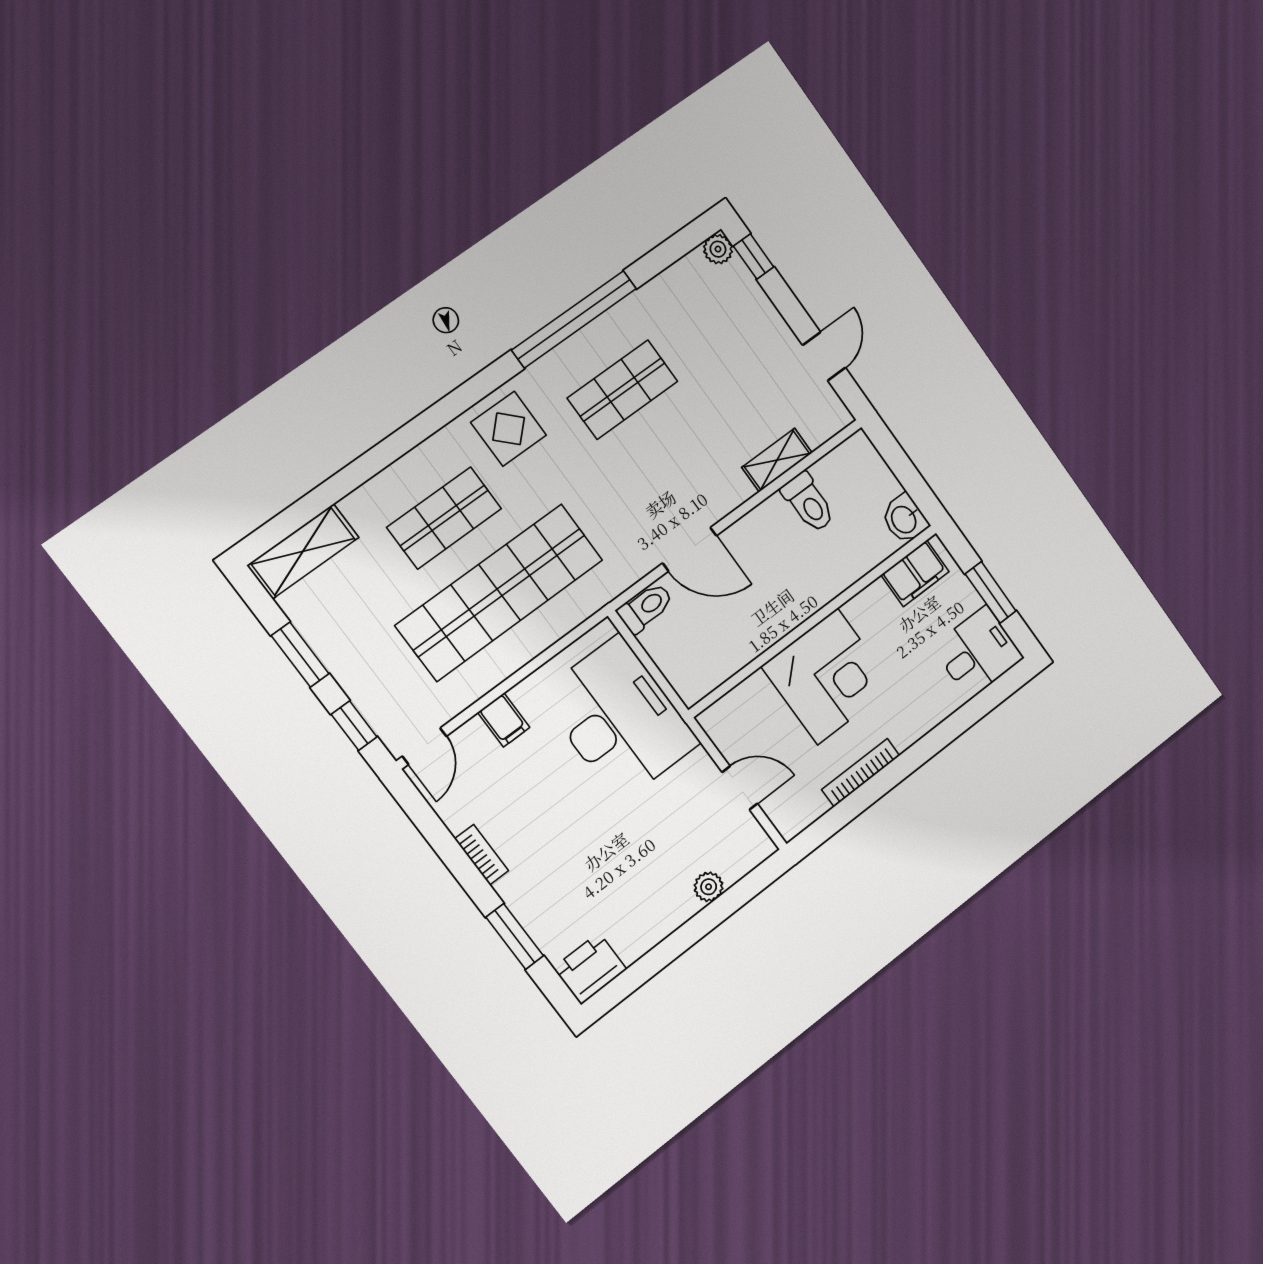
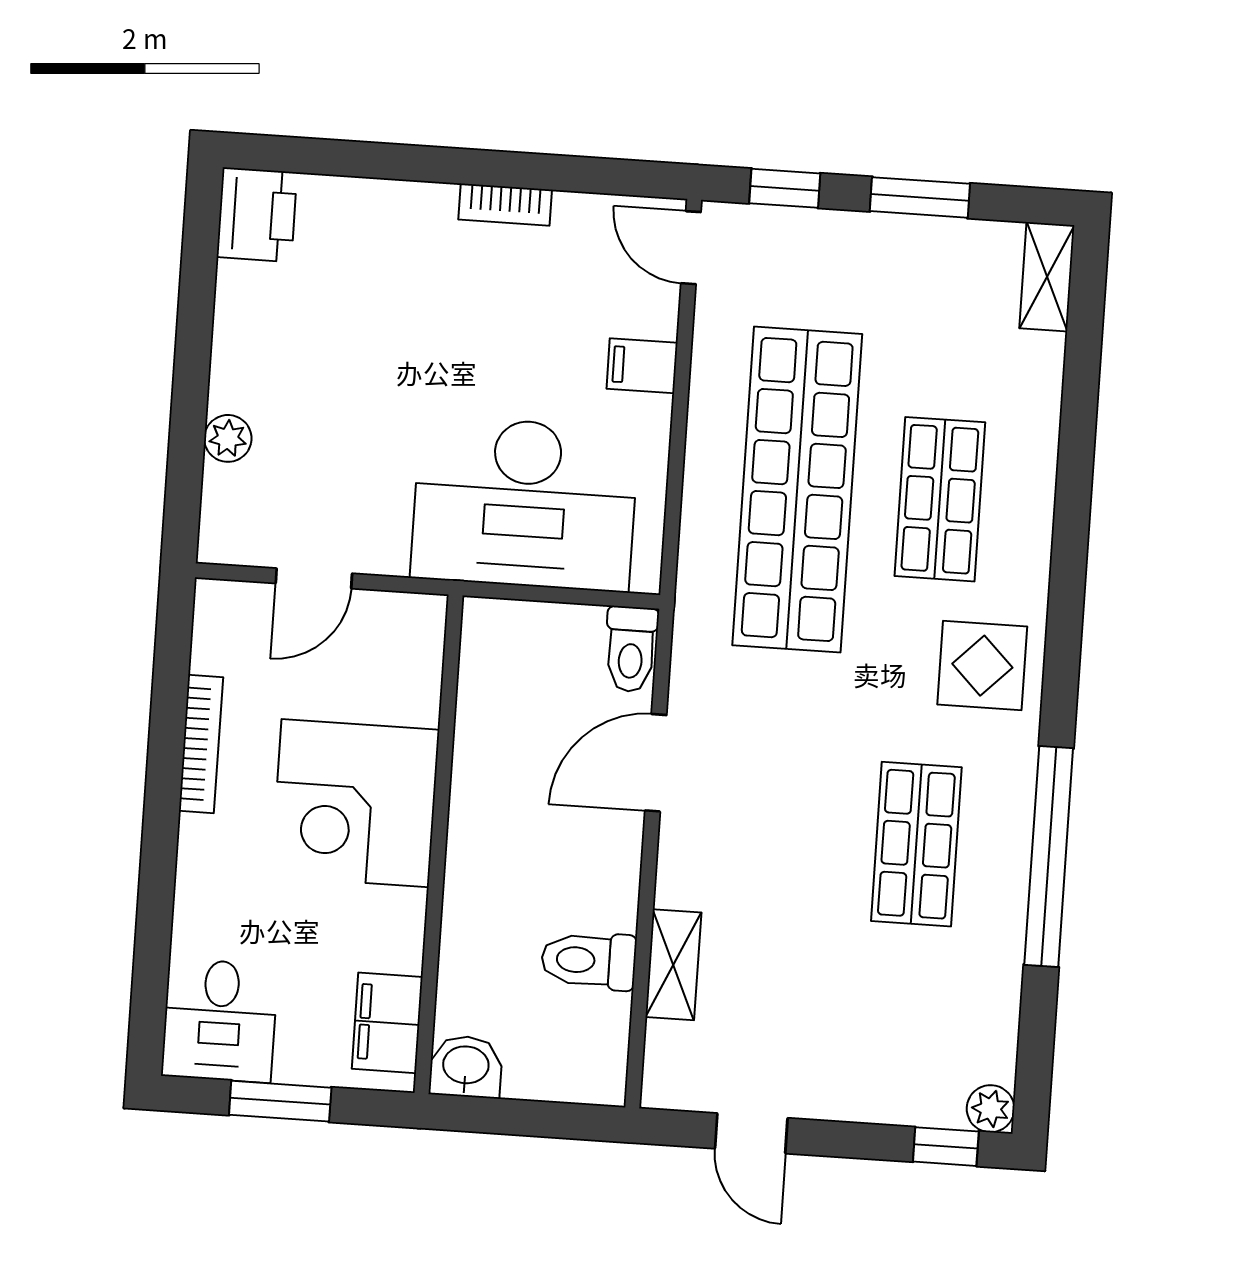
shelving: (303, 551) -> (1047, 277), width x0.67, depth x0.75
window: (515, 937) -> (374, 160), removed

